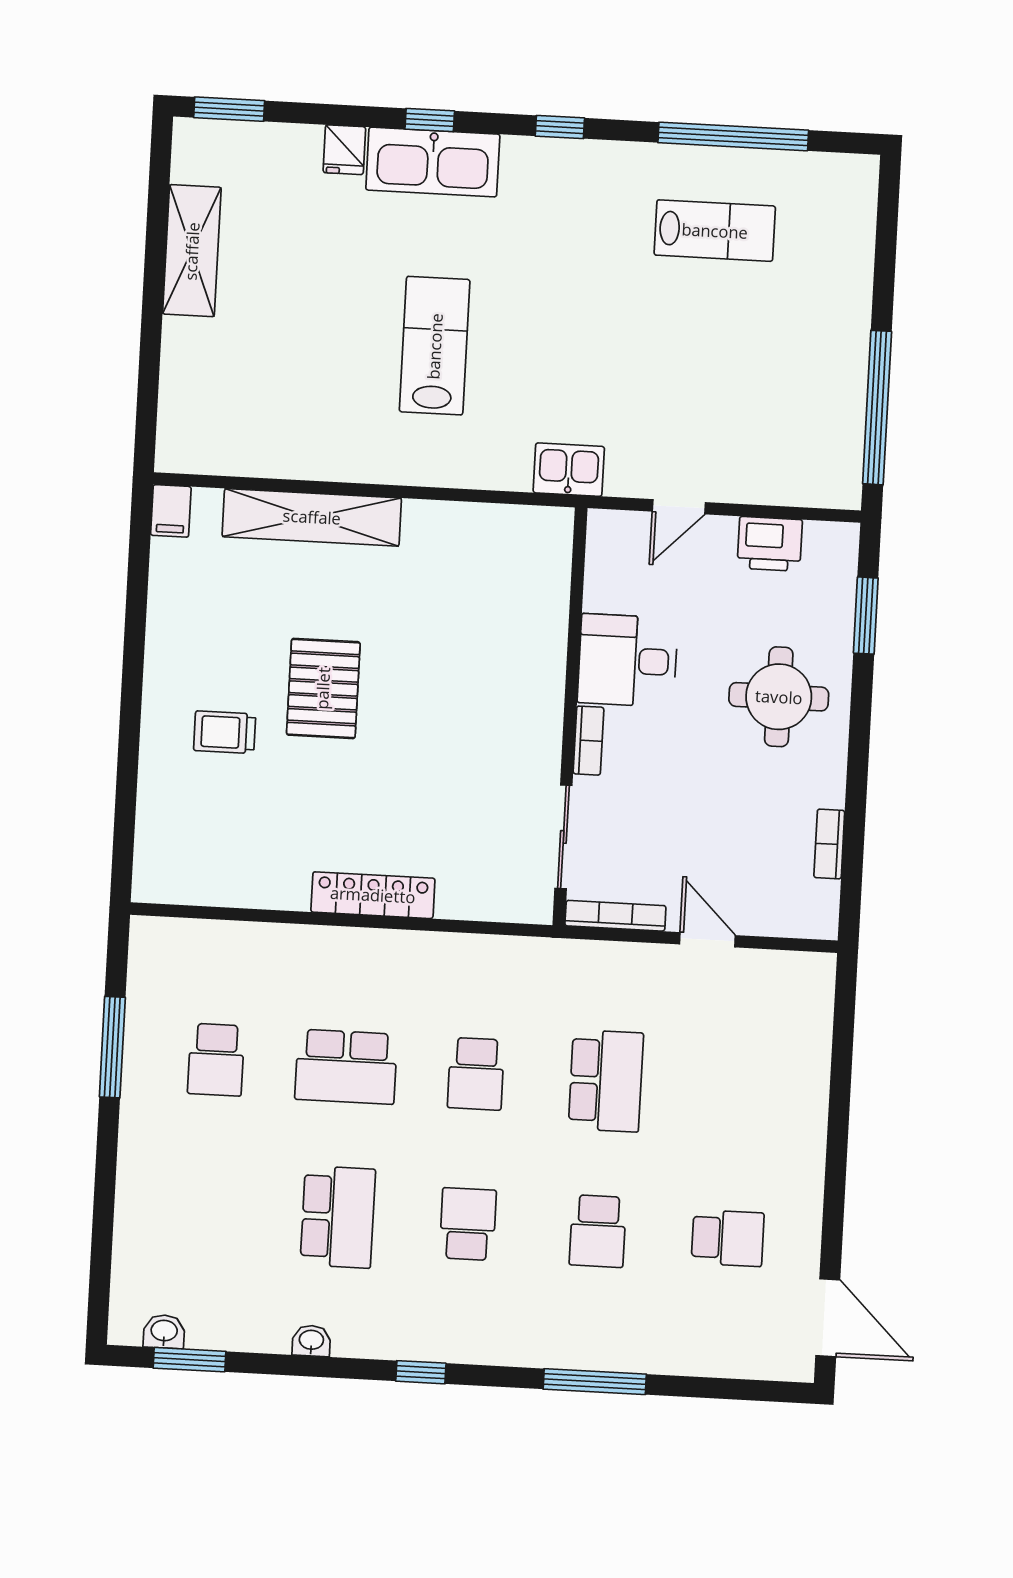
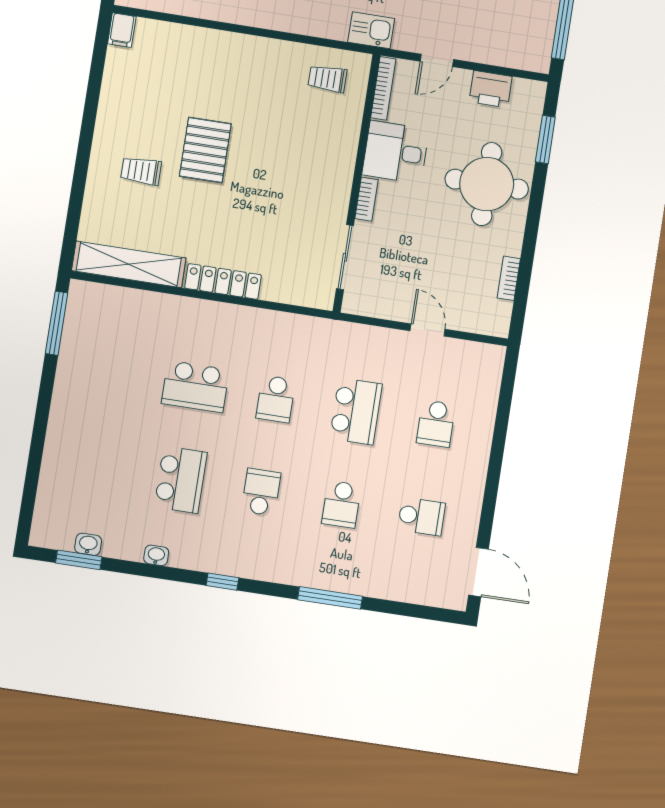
shelving: (312, 517) -> (129, 264), moved
trolley: (507, 554) -> (327, 79), added
round table: (779, 697) -> (487, 184), width x1.36, depth x1.36
bookcase: (615, 916) -> (383, 88), moved, turned 90
window: (112, 1047) -> (57, 323), moved
school desk: (216, 1060) -> (436, 424), moved
washbasin: (164, 1332) -> (88, 544), moved

